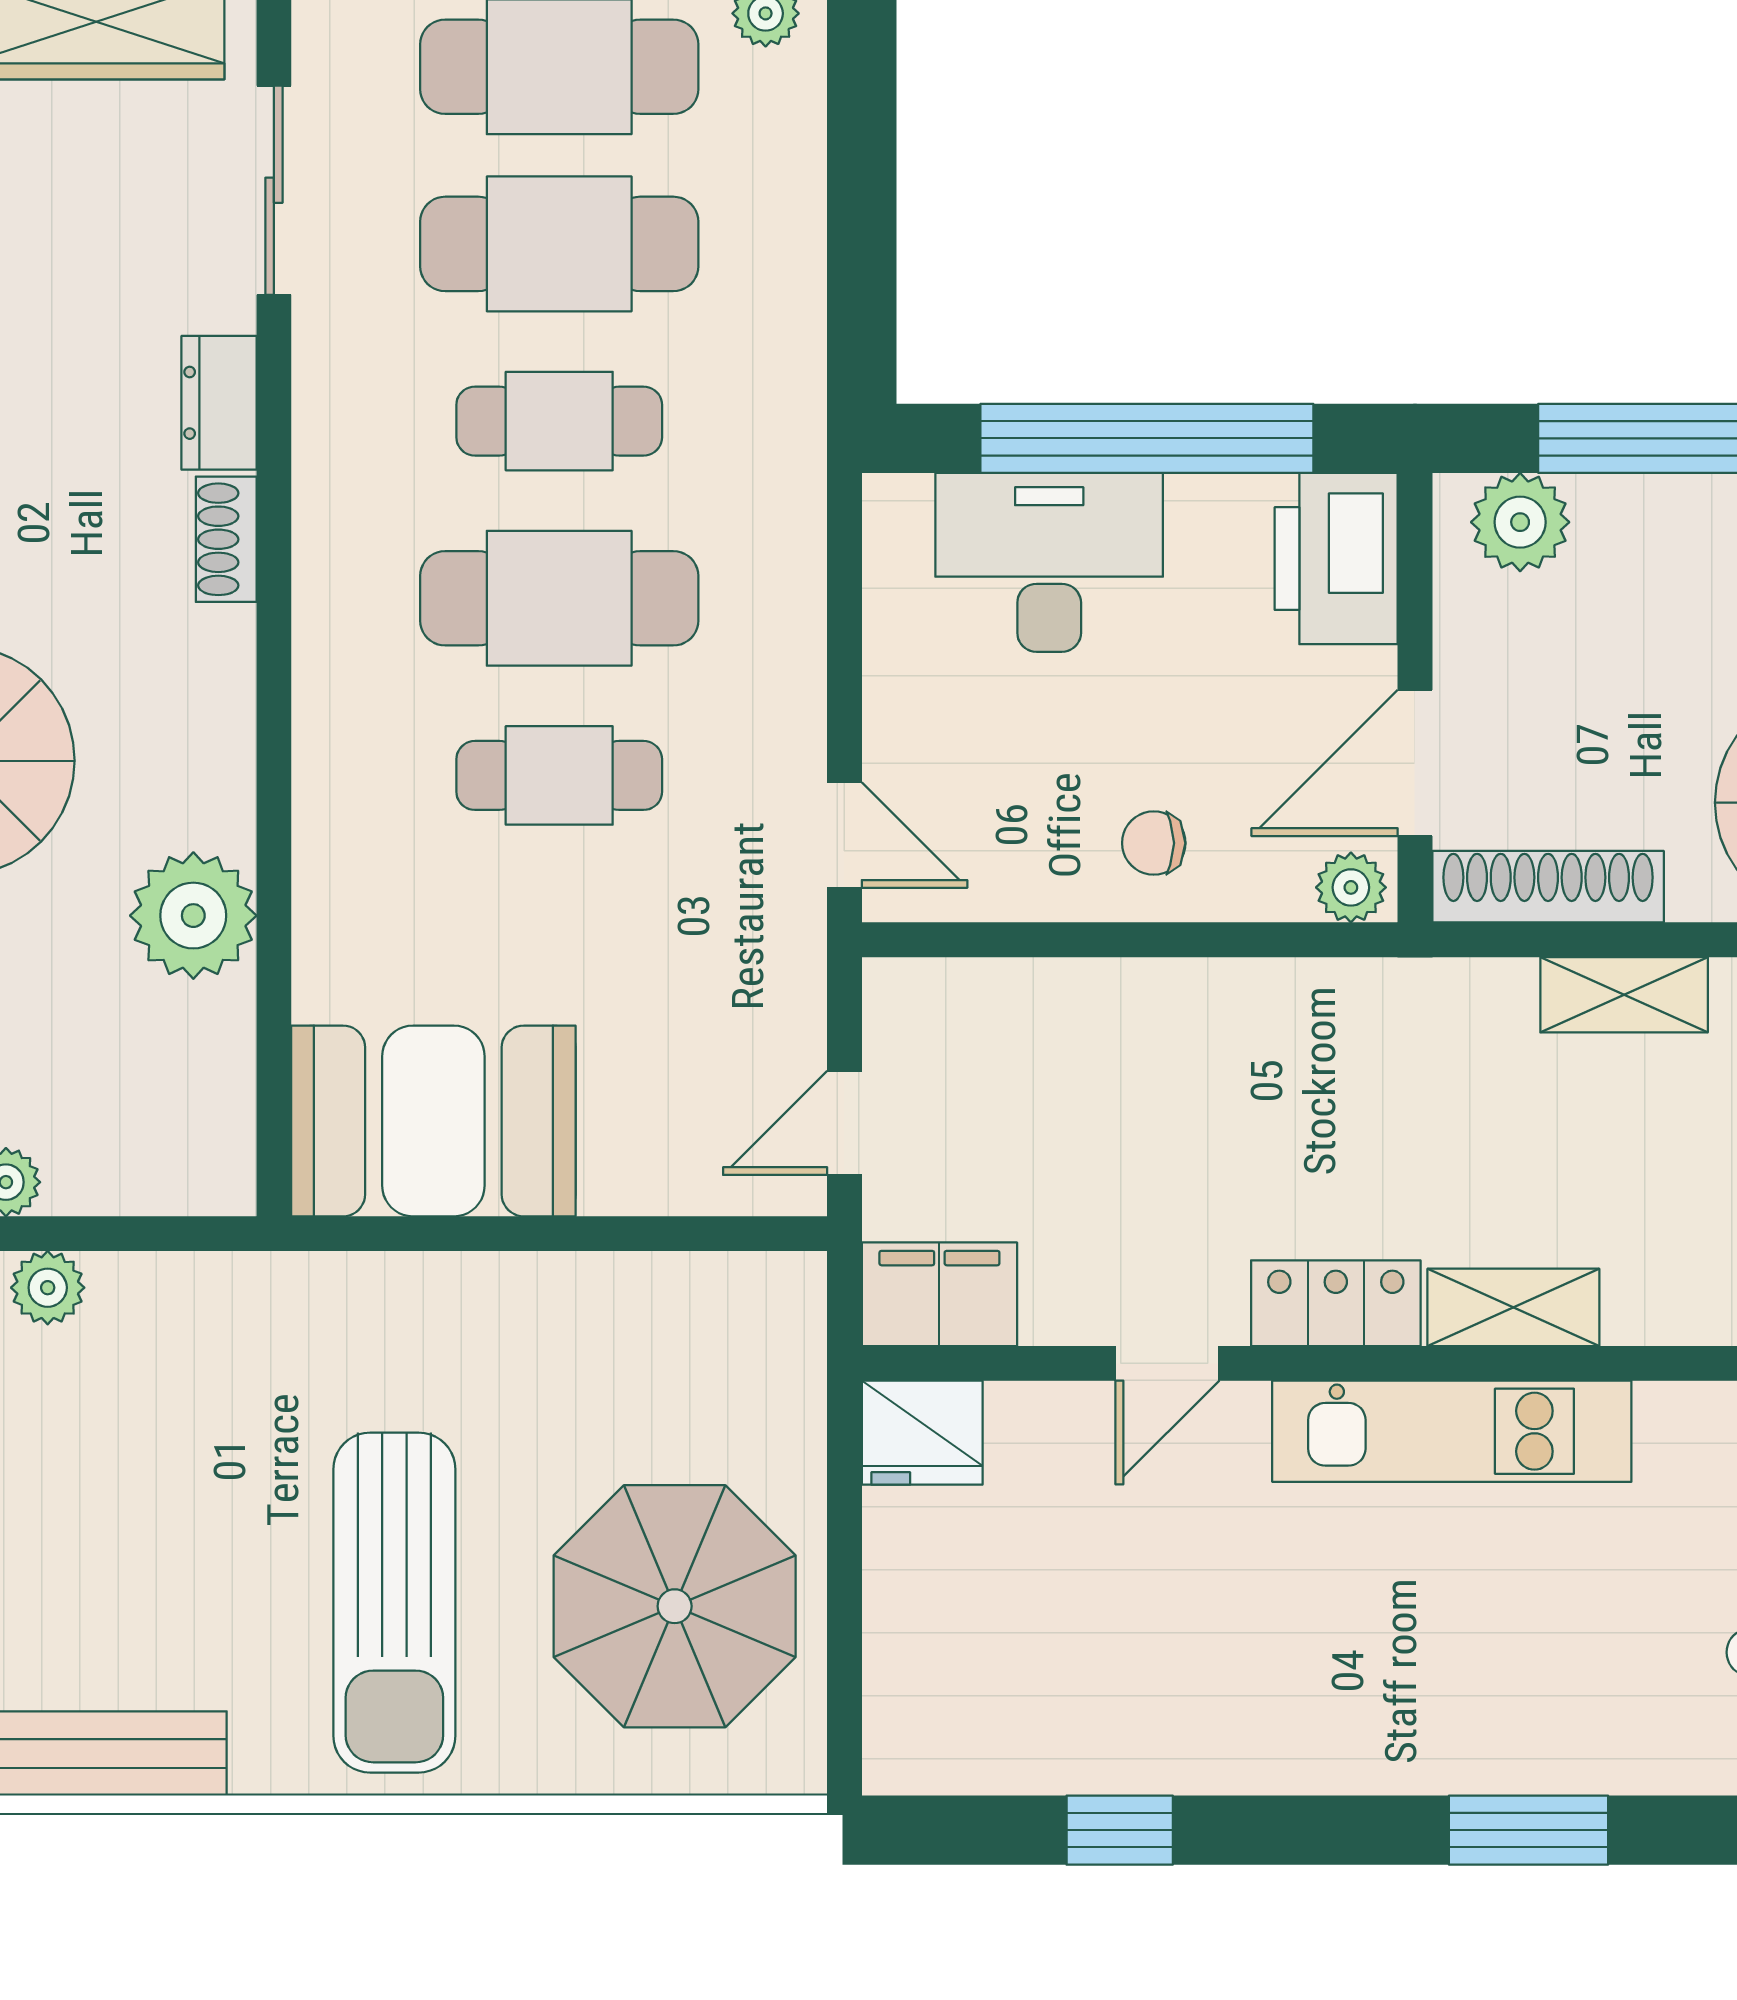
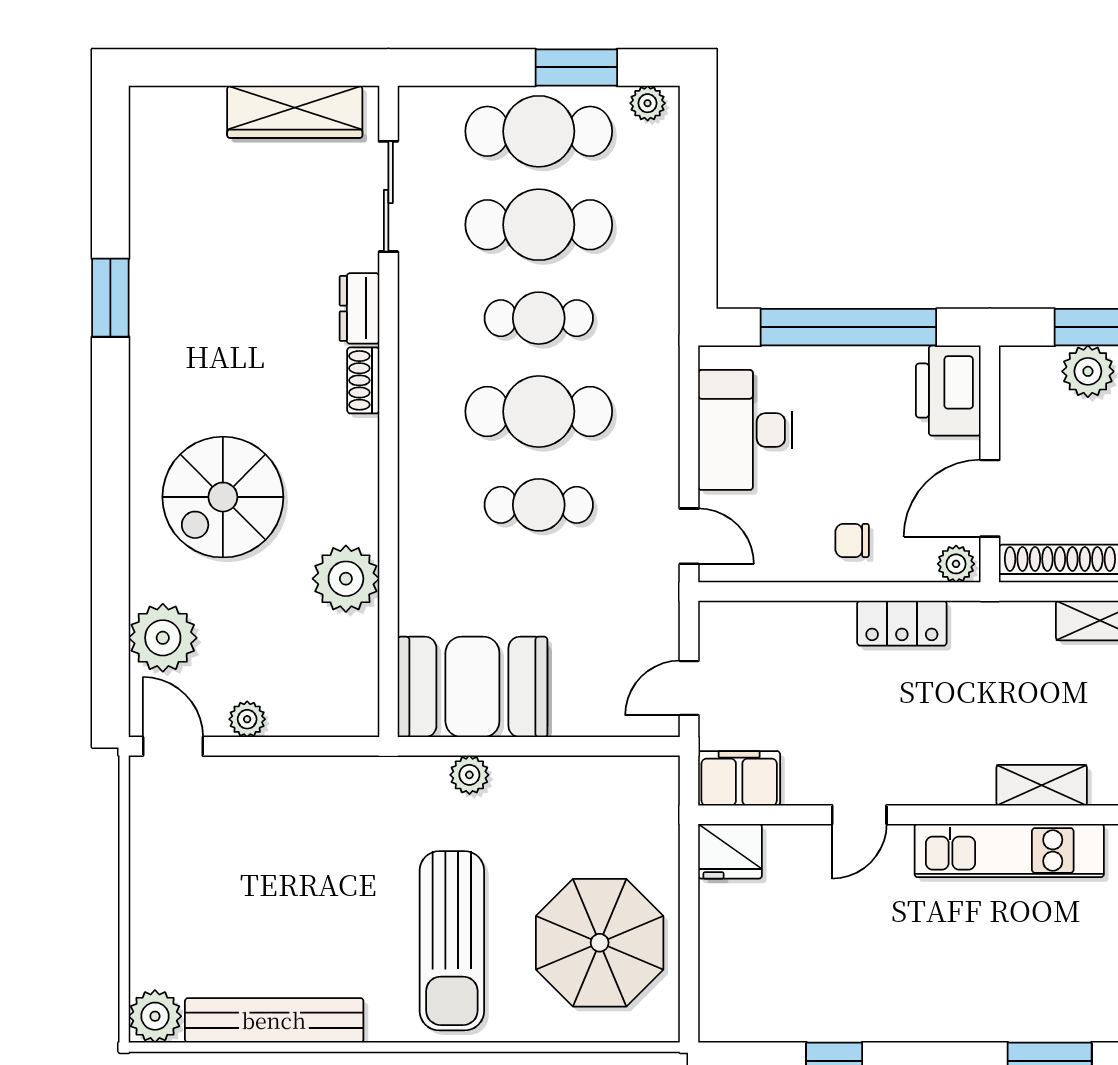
plant: (1520, 522) -> (1088, 371), moved
desk: (1049, 562) -> (745, 430), moved, turned -90
plant: (48, 1288) -> (469, 775), moved
locker: (1336, 1303) -> (902, 623), moved, turned 180

